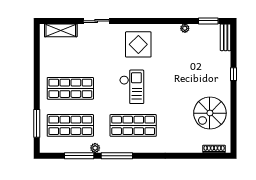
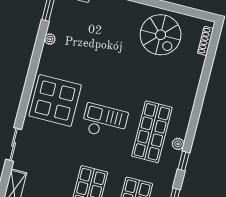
display table: (138, 44) -> (55, 100), width x1.36, depth x1.36
plant: (95, 148) -> (178, 144), moved
window: (117, 156) -> (184, 161), width x0.46

